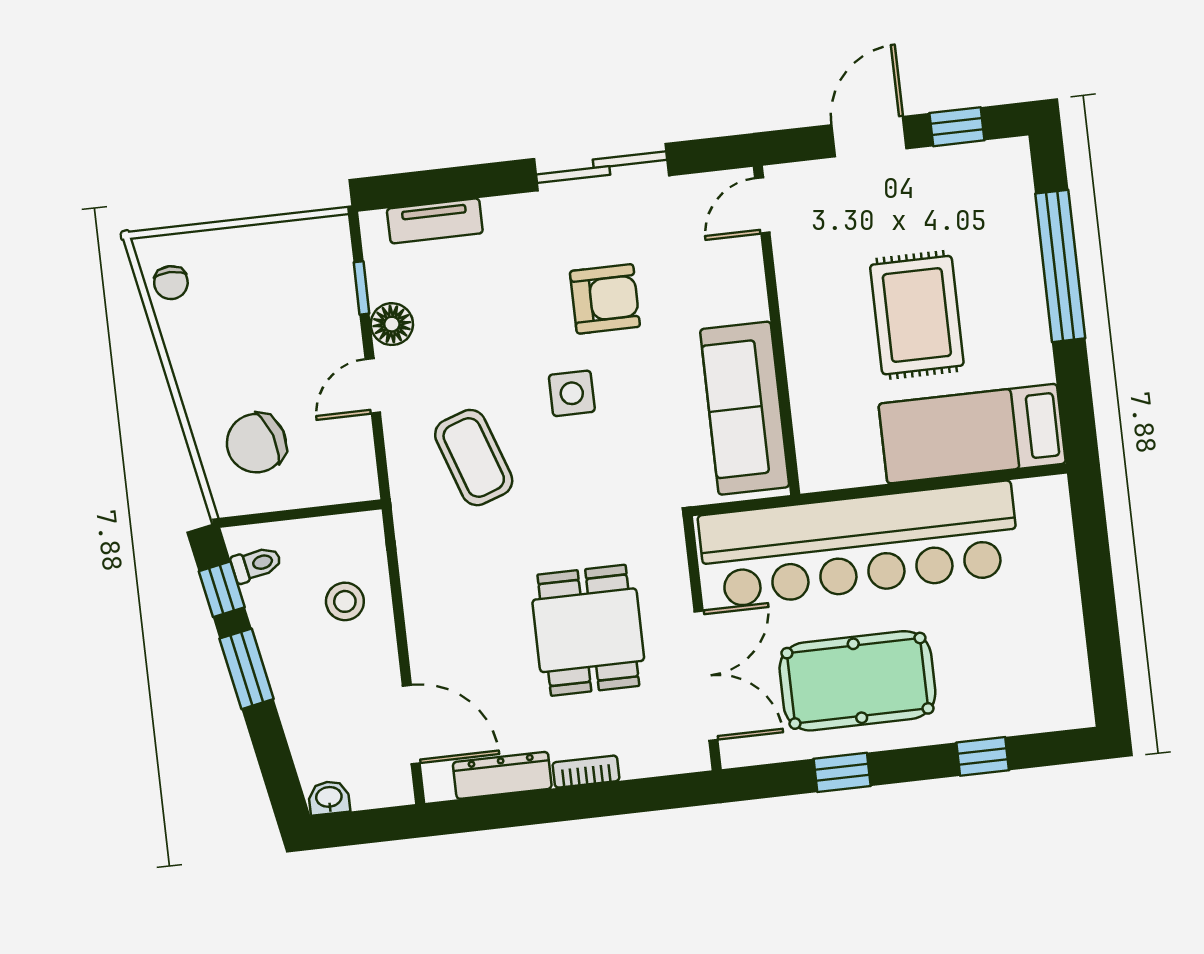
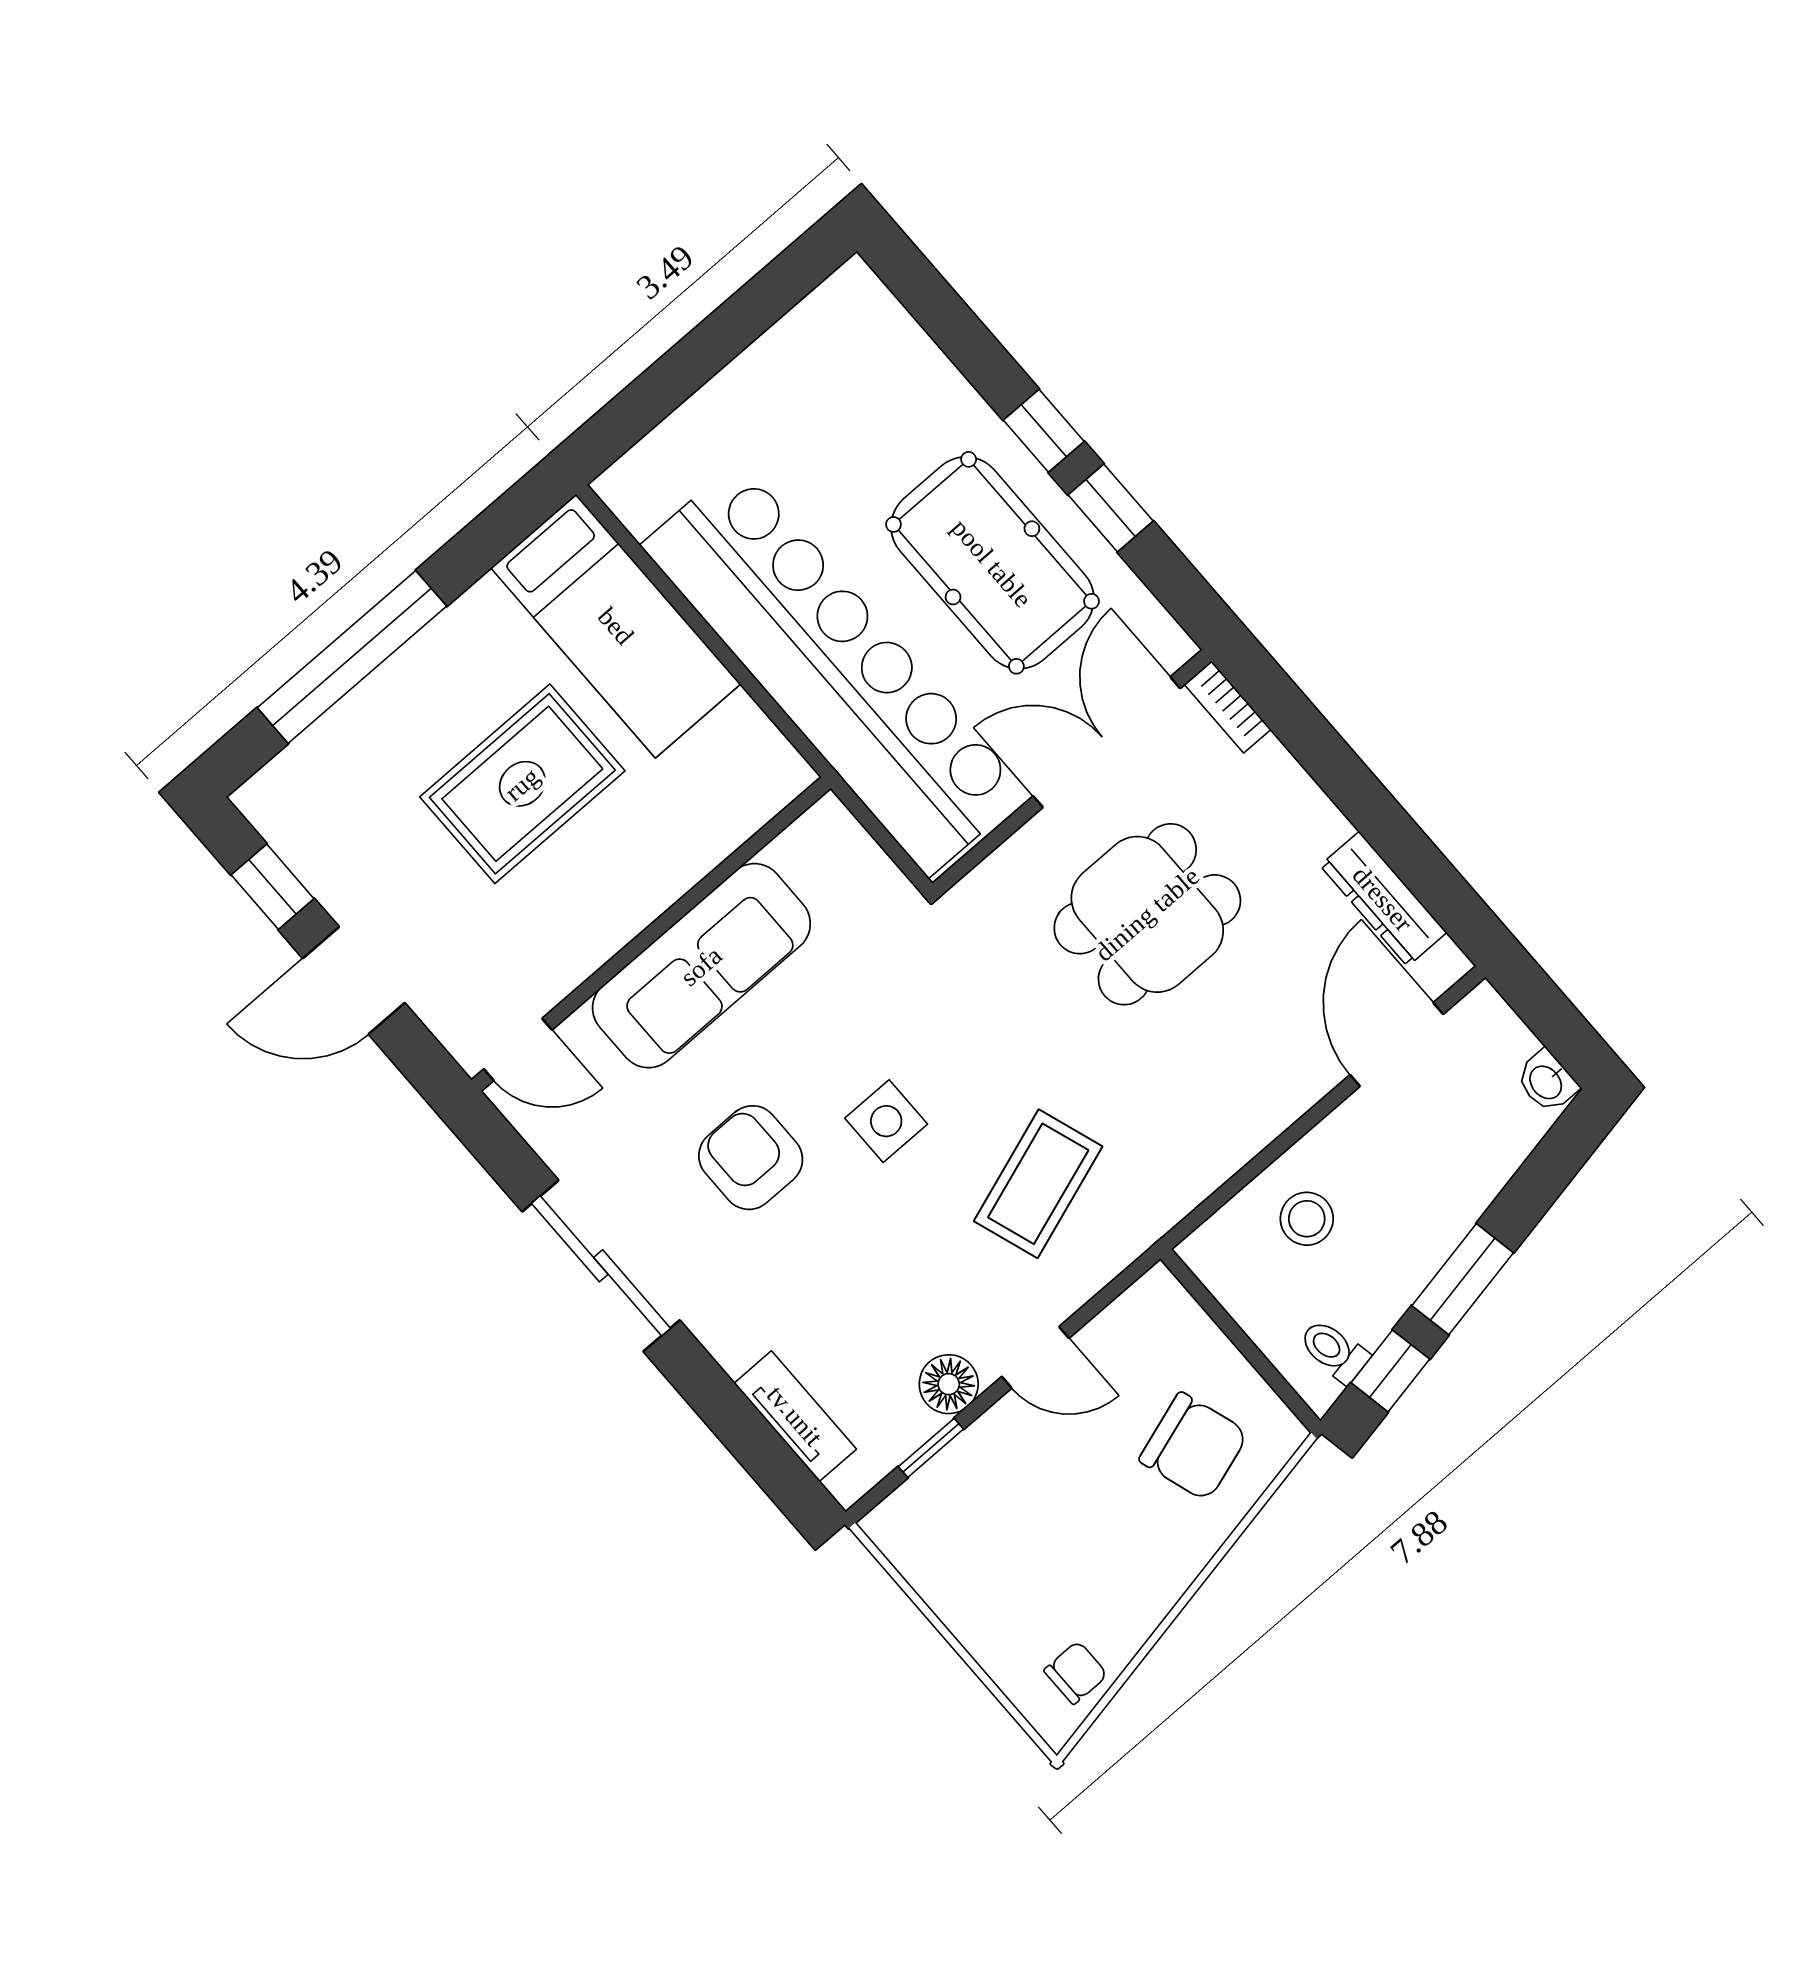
sofa: (745, 408) -> (701, 966), moved
window: (983, 756) -> (1044, 431), moved
bookcase: (586, 772) -> (1228, 707), moved

